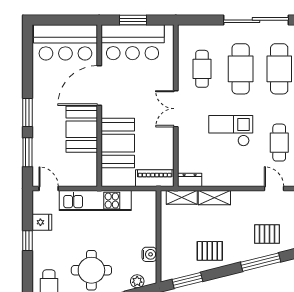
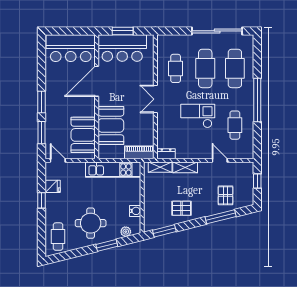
booth: (82, 129) -> (83, 135), moved
door: (274, 189) -> (220, 160), moved
kitchen unit: (95, 201) -> (113, 170), moved
pallet: (267, 234) -> (226, 195), turned 90

